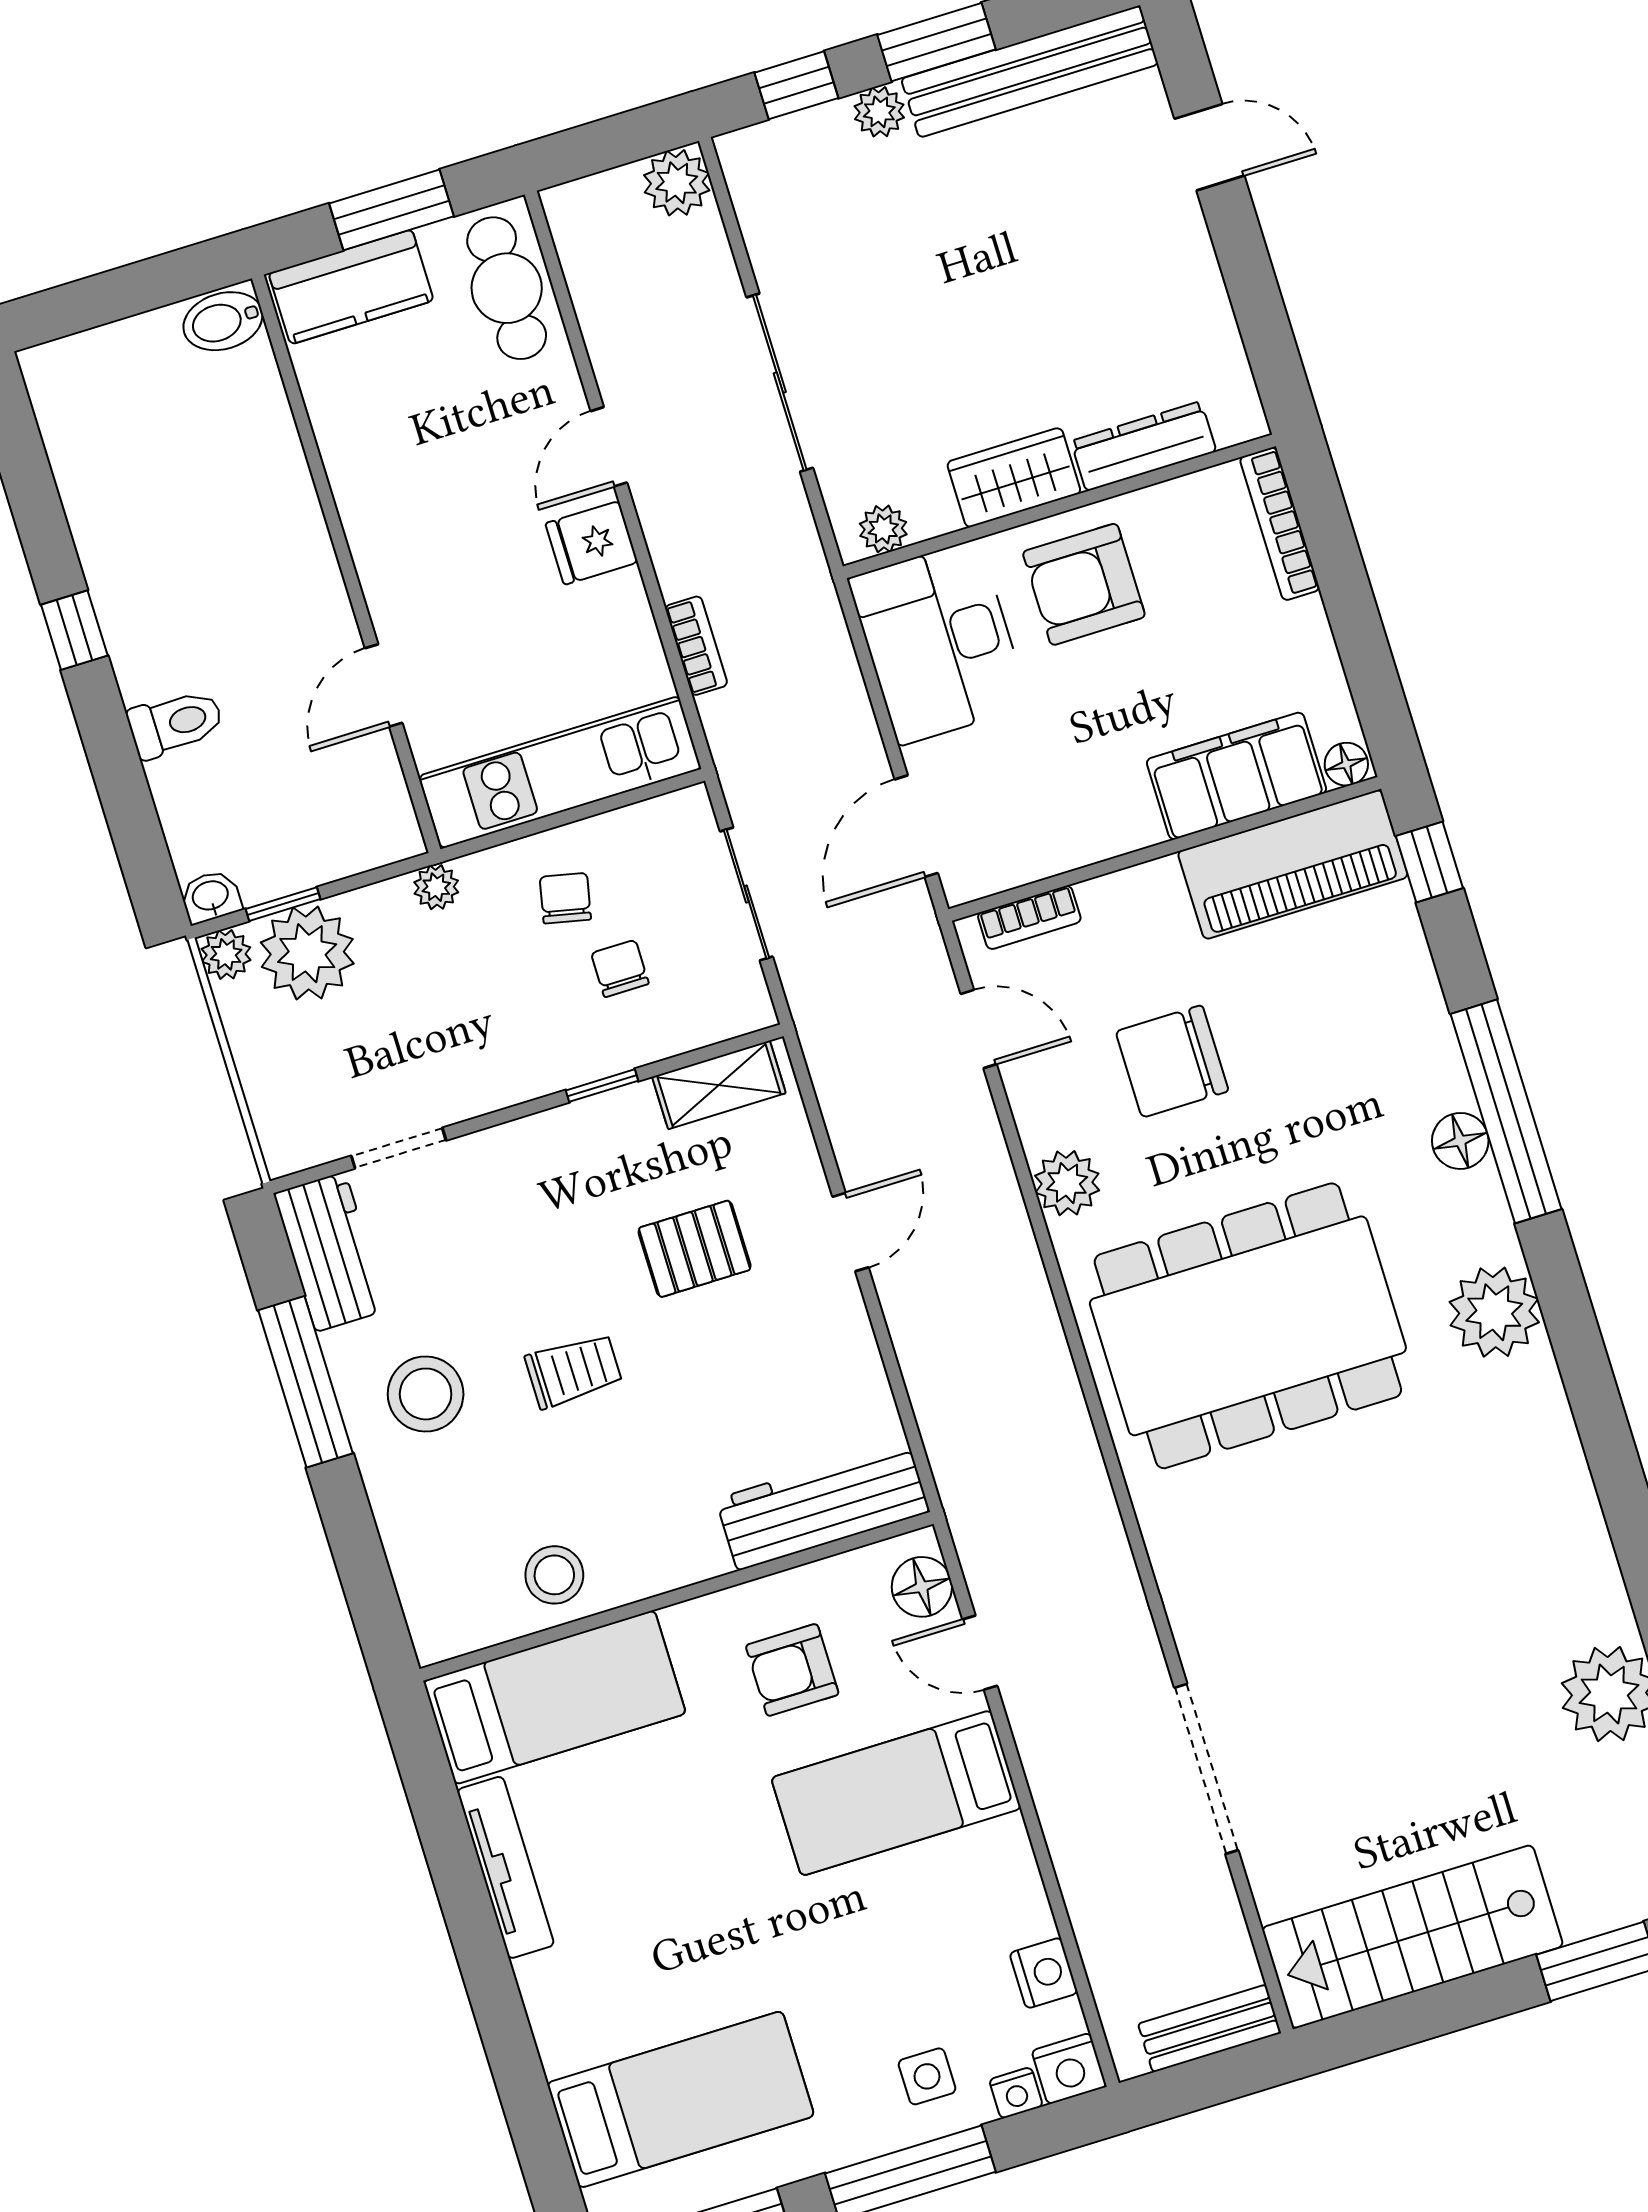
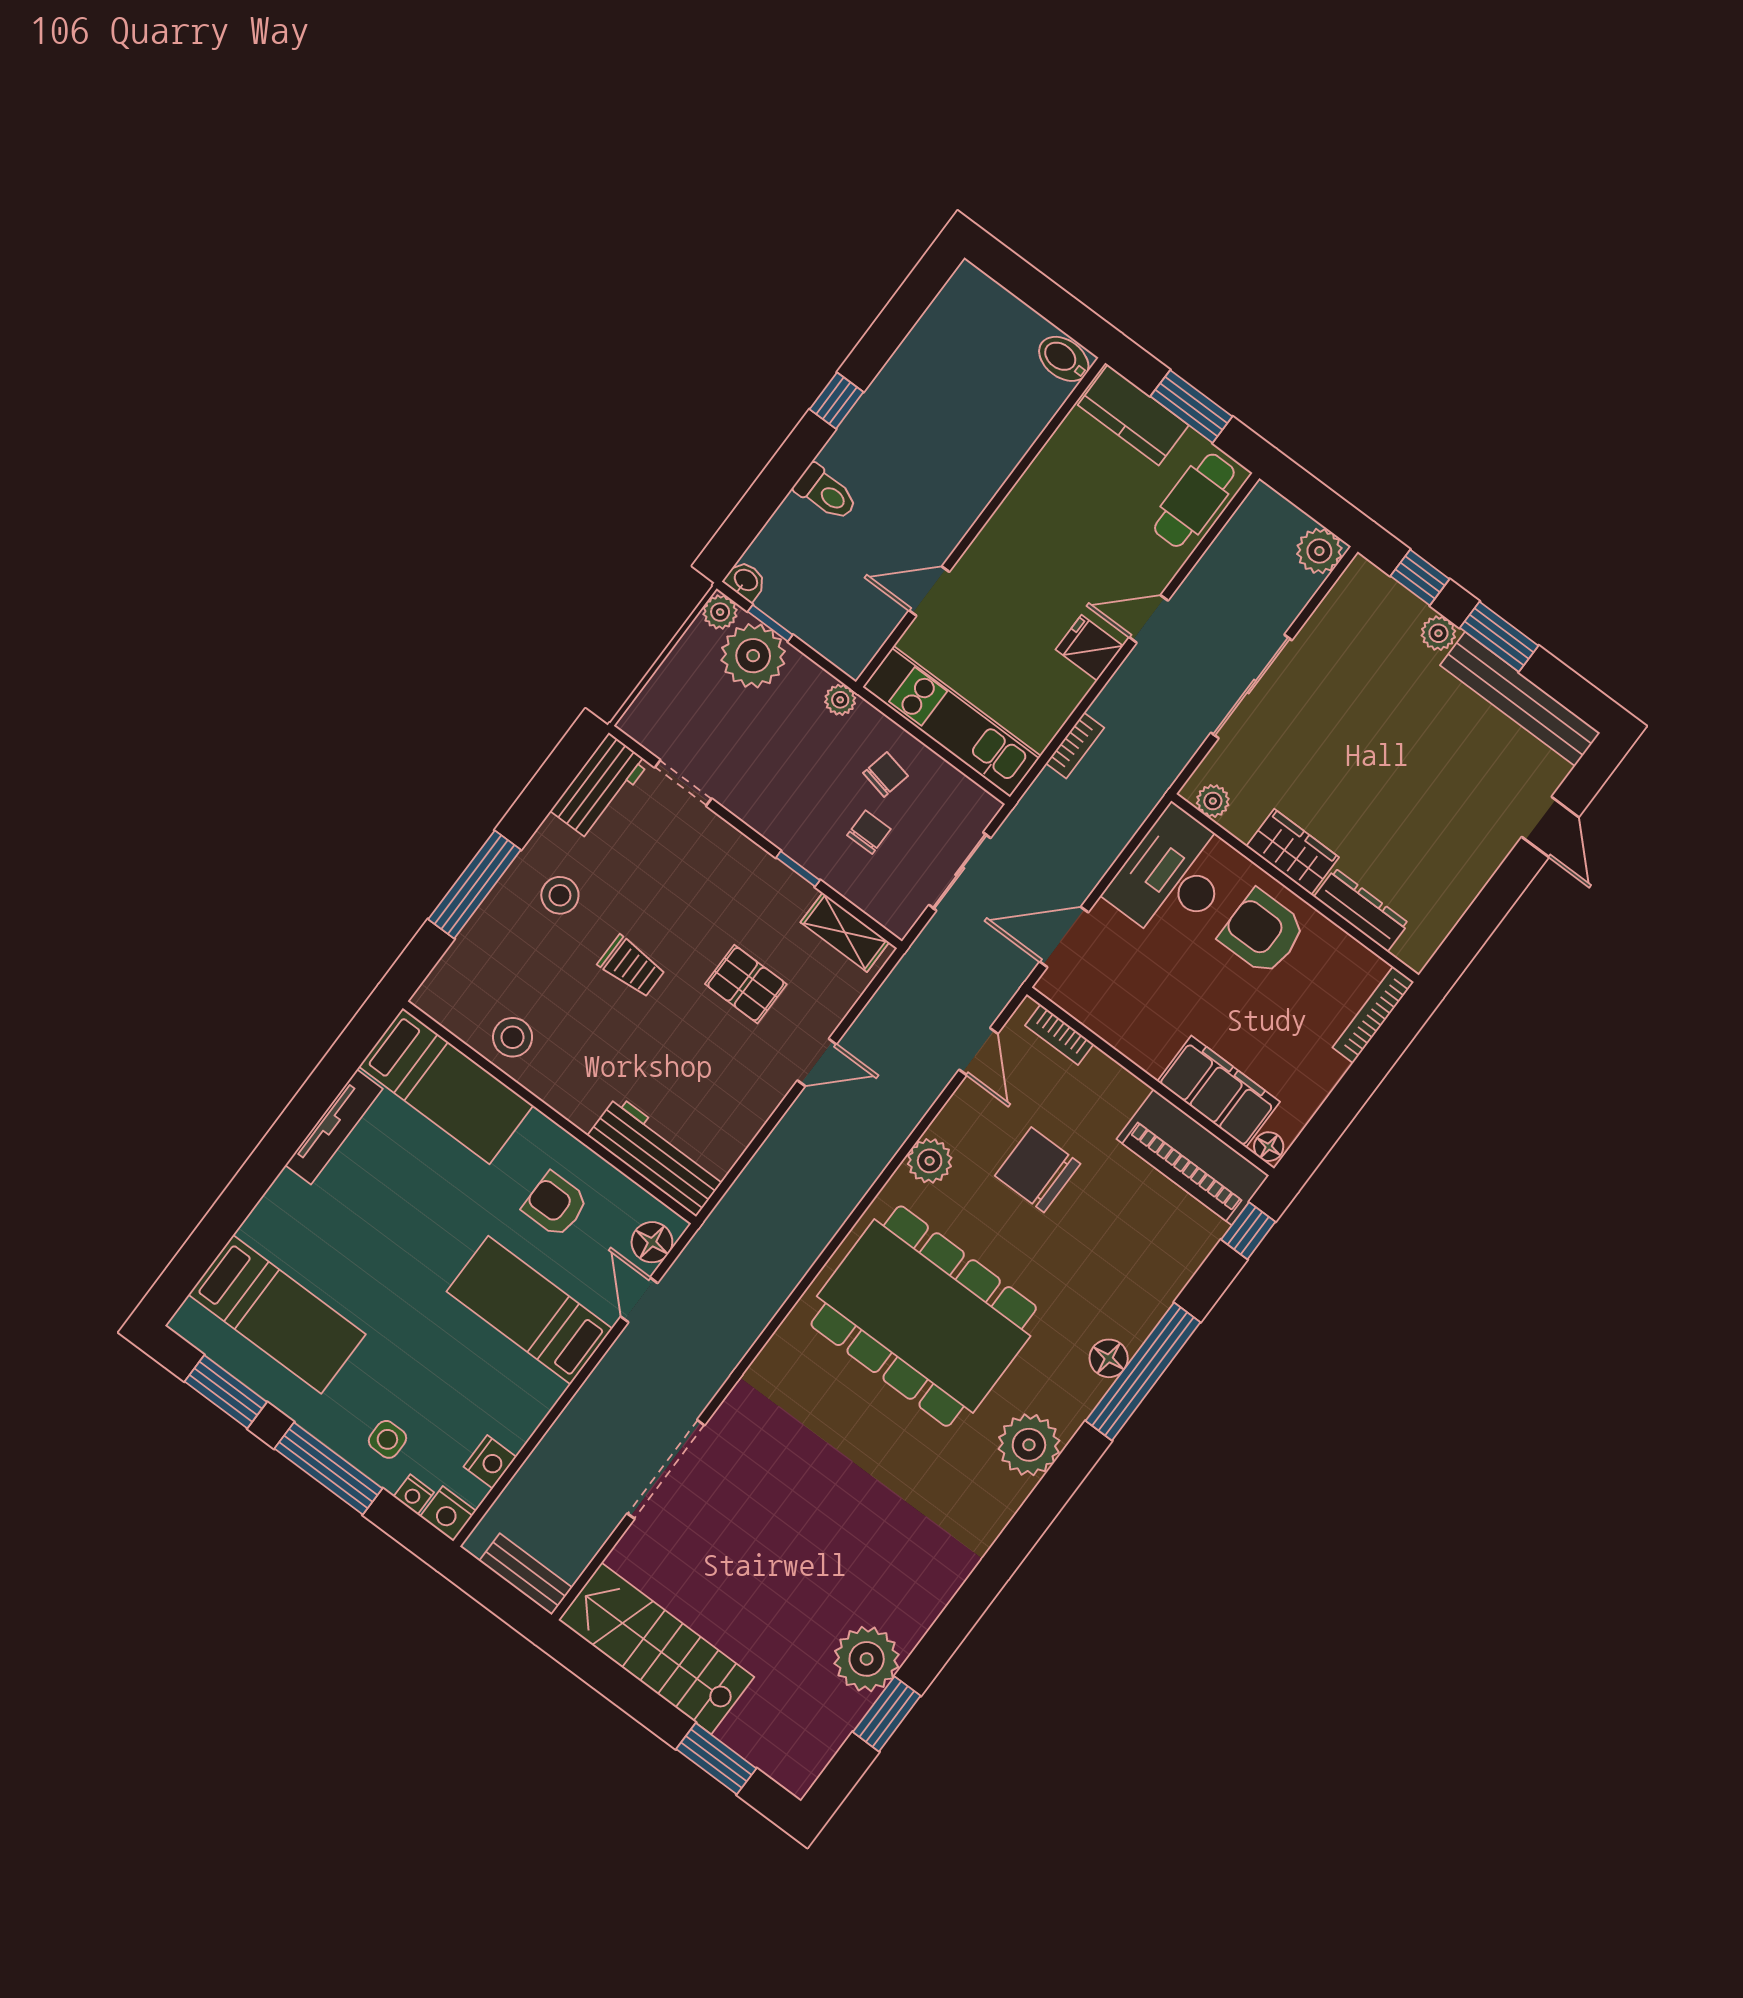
window: (306, 1382) -> (474, 885), moved
stool: (426, 1394) -> (560, 895), width x0.73, depth x0.73

